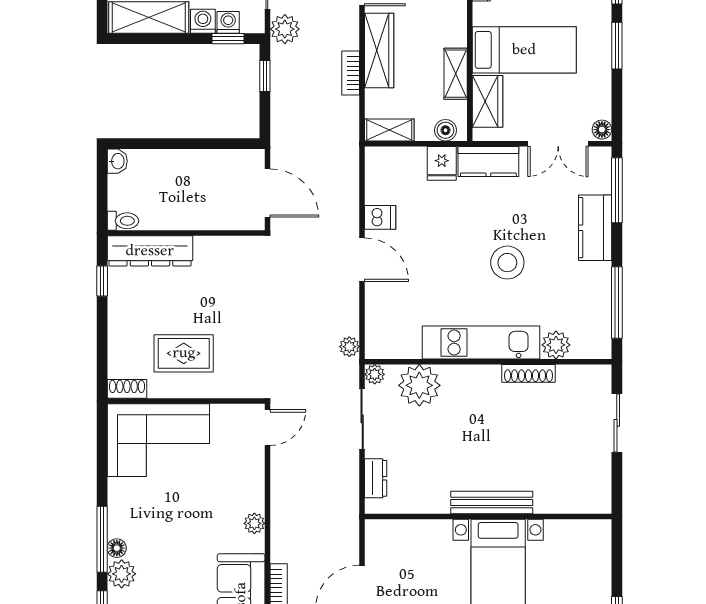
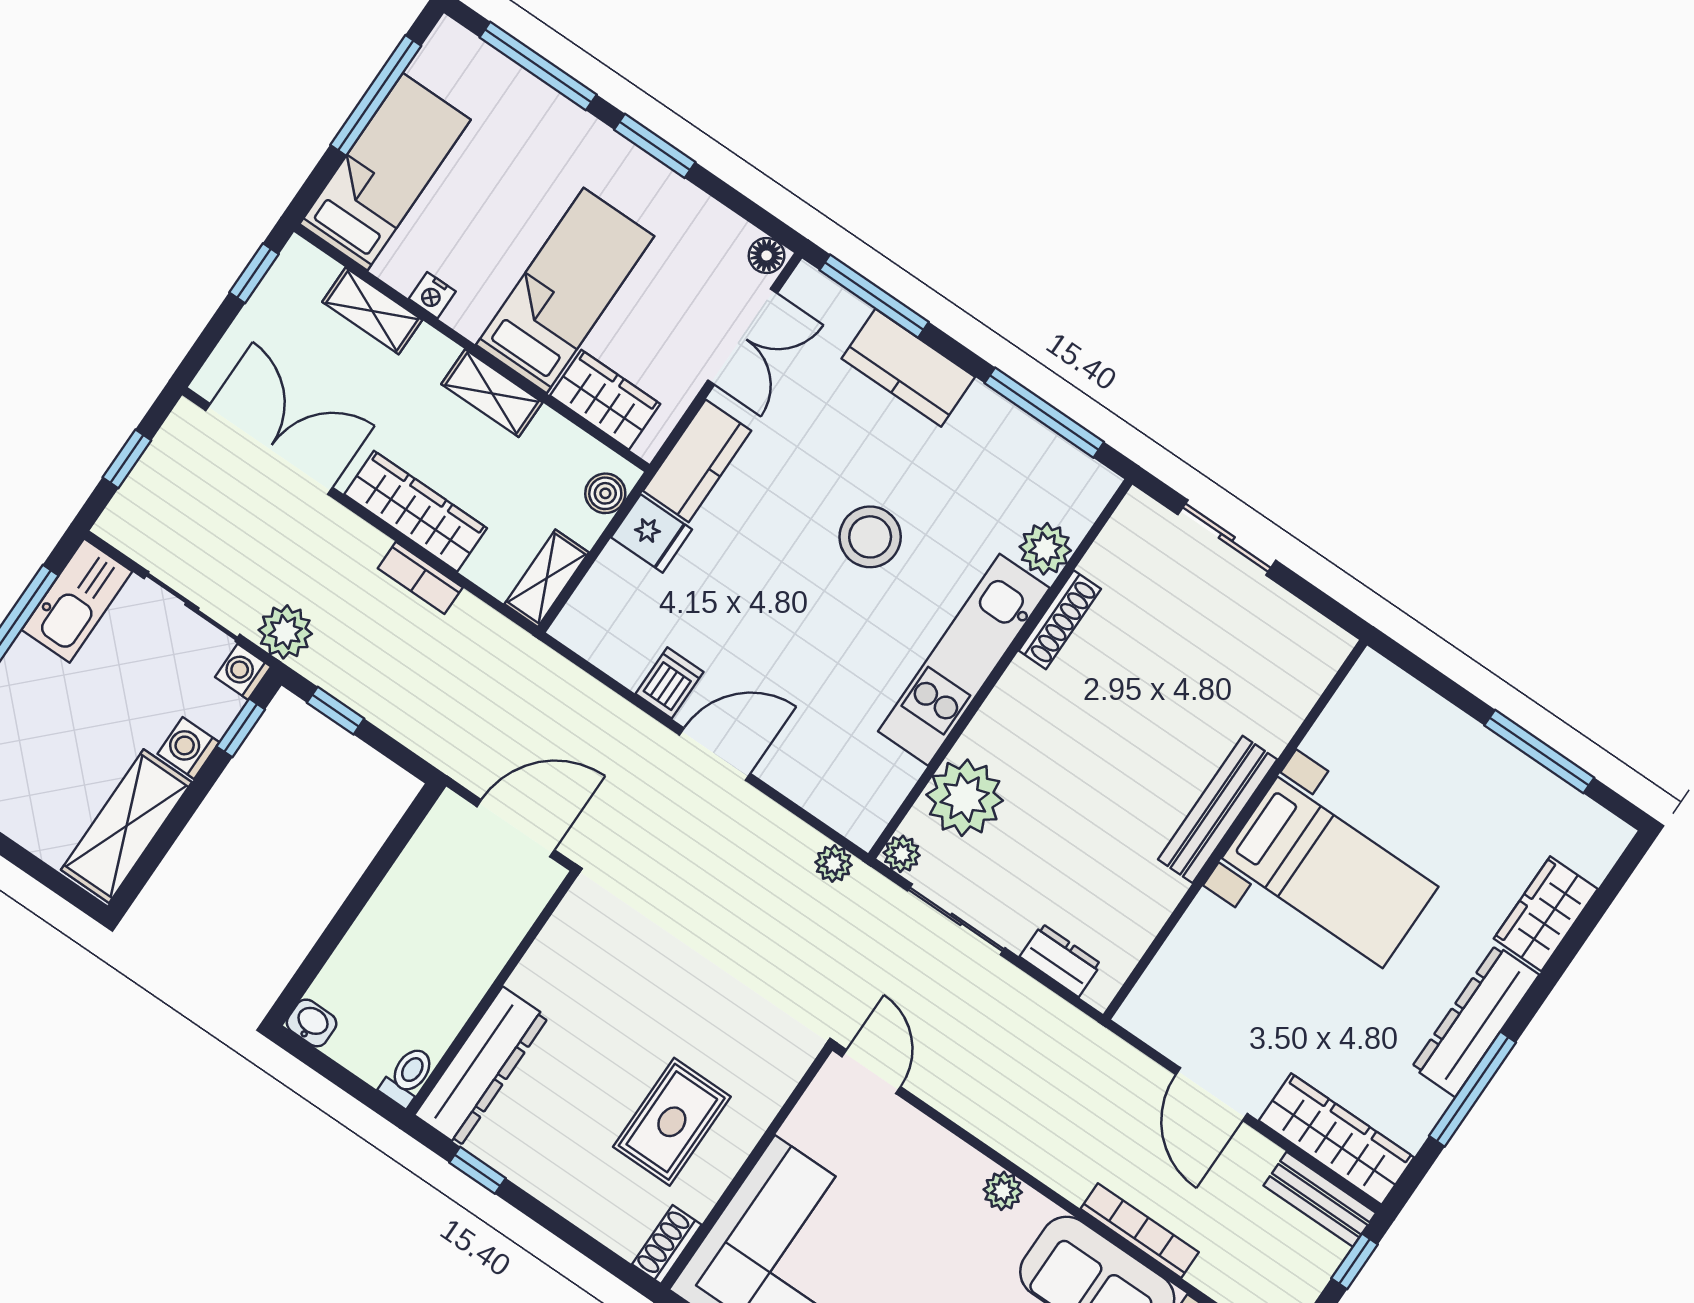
washing machine: (228, 22) -> (243, 672), moved
shelving: (456, 74) -> (492, 393), moved

